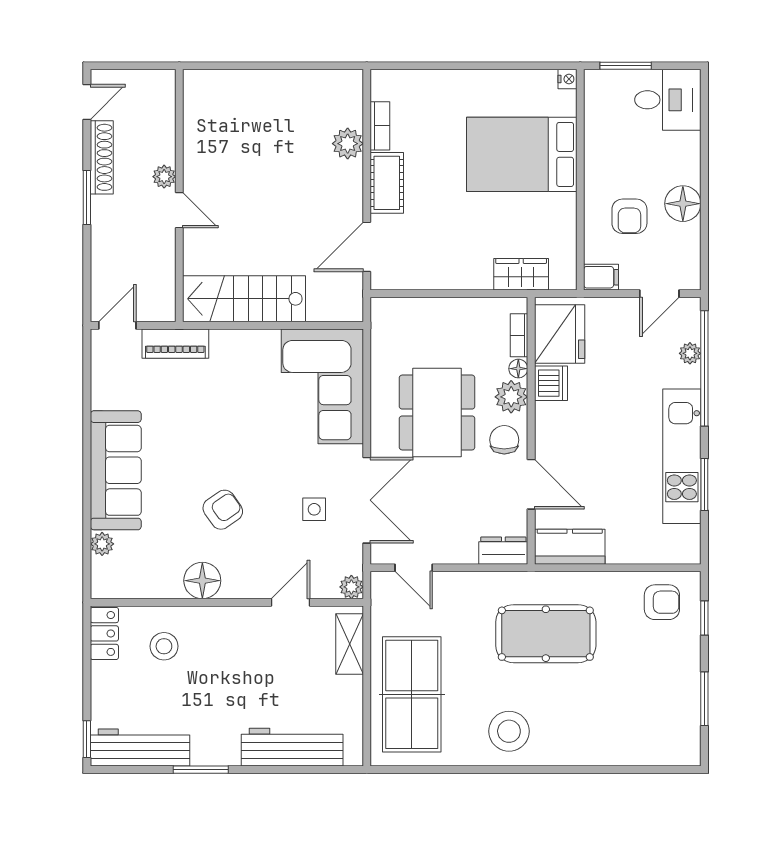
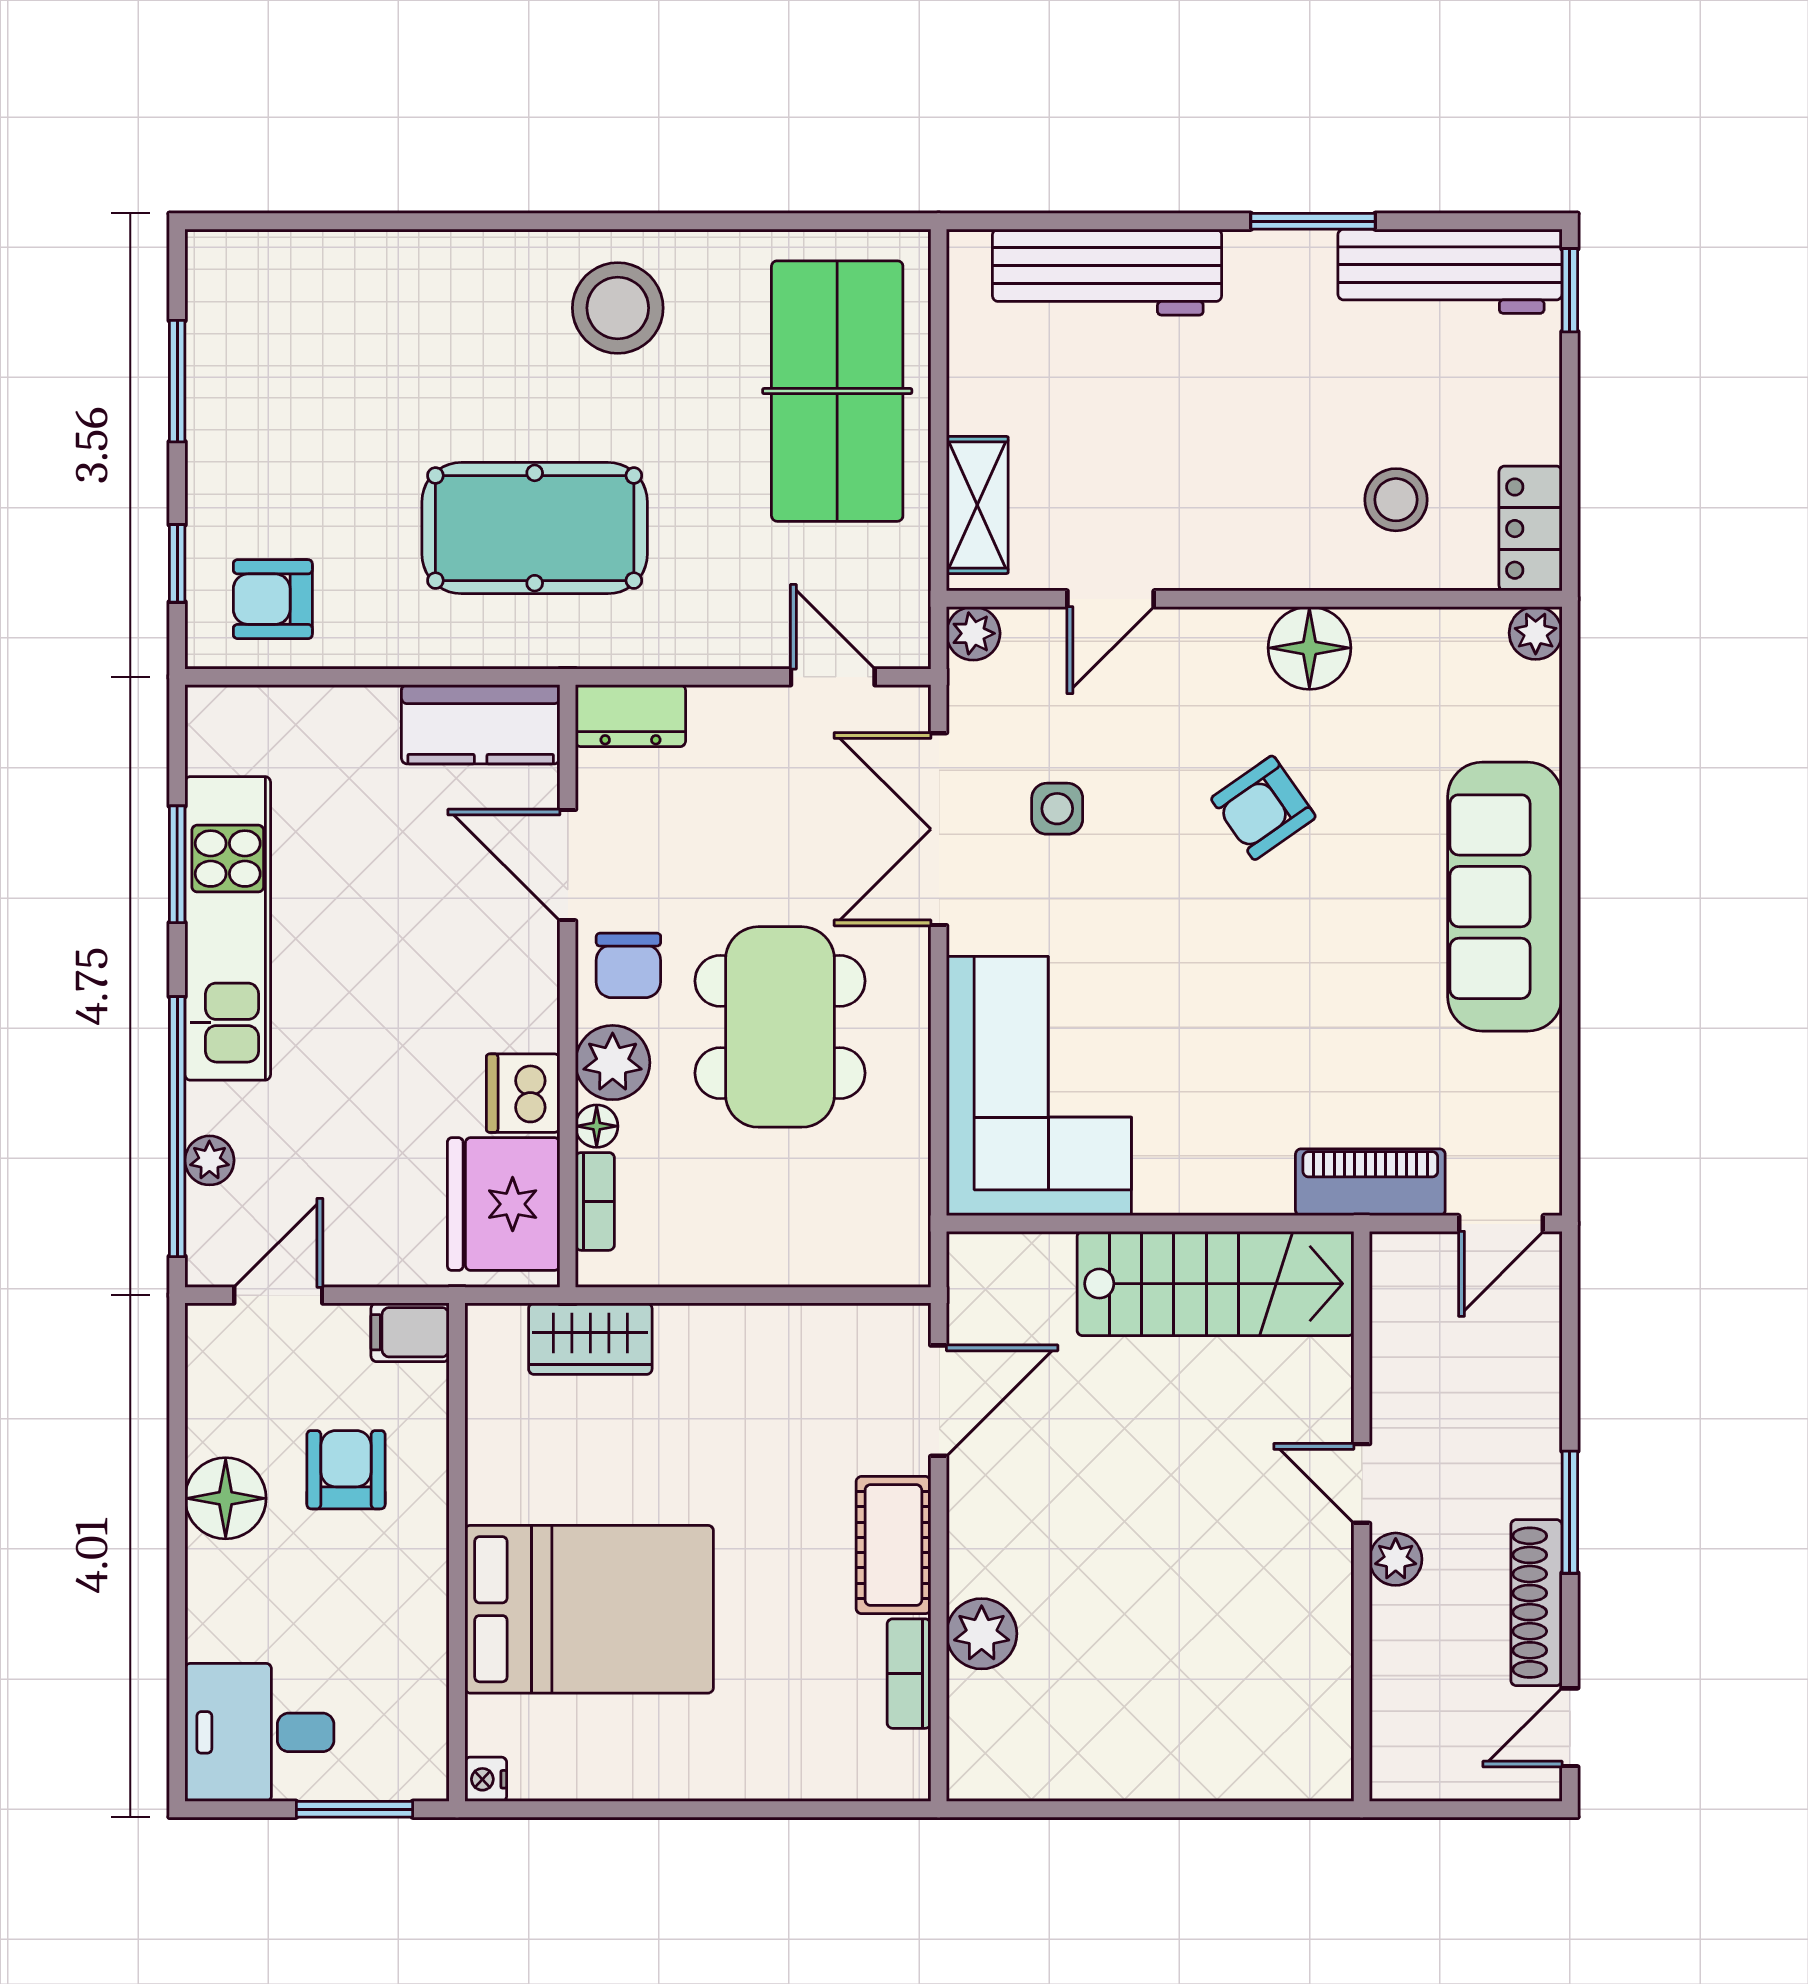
plant: (102, 544) -> (1536, 633), moved

